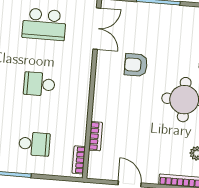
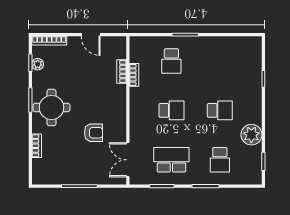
school desk: (34, 144) -> (171, 61), turned -90
bookcase: (79, 160) -> (134, 75), moved

